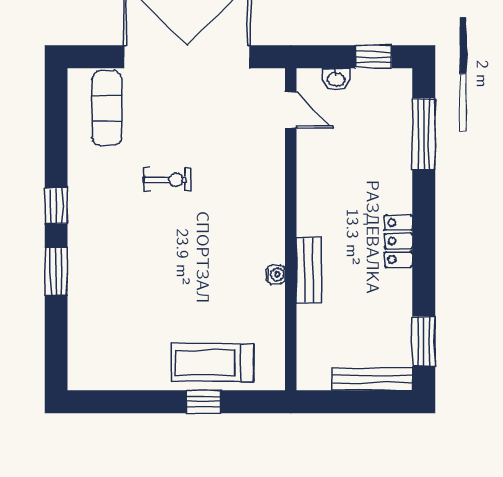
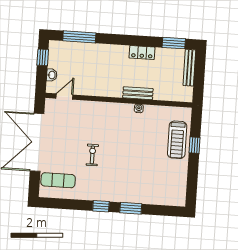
locker: (398, 241) -> (142, 53), moved

